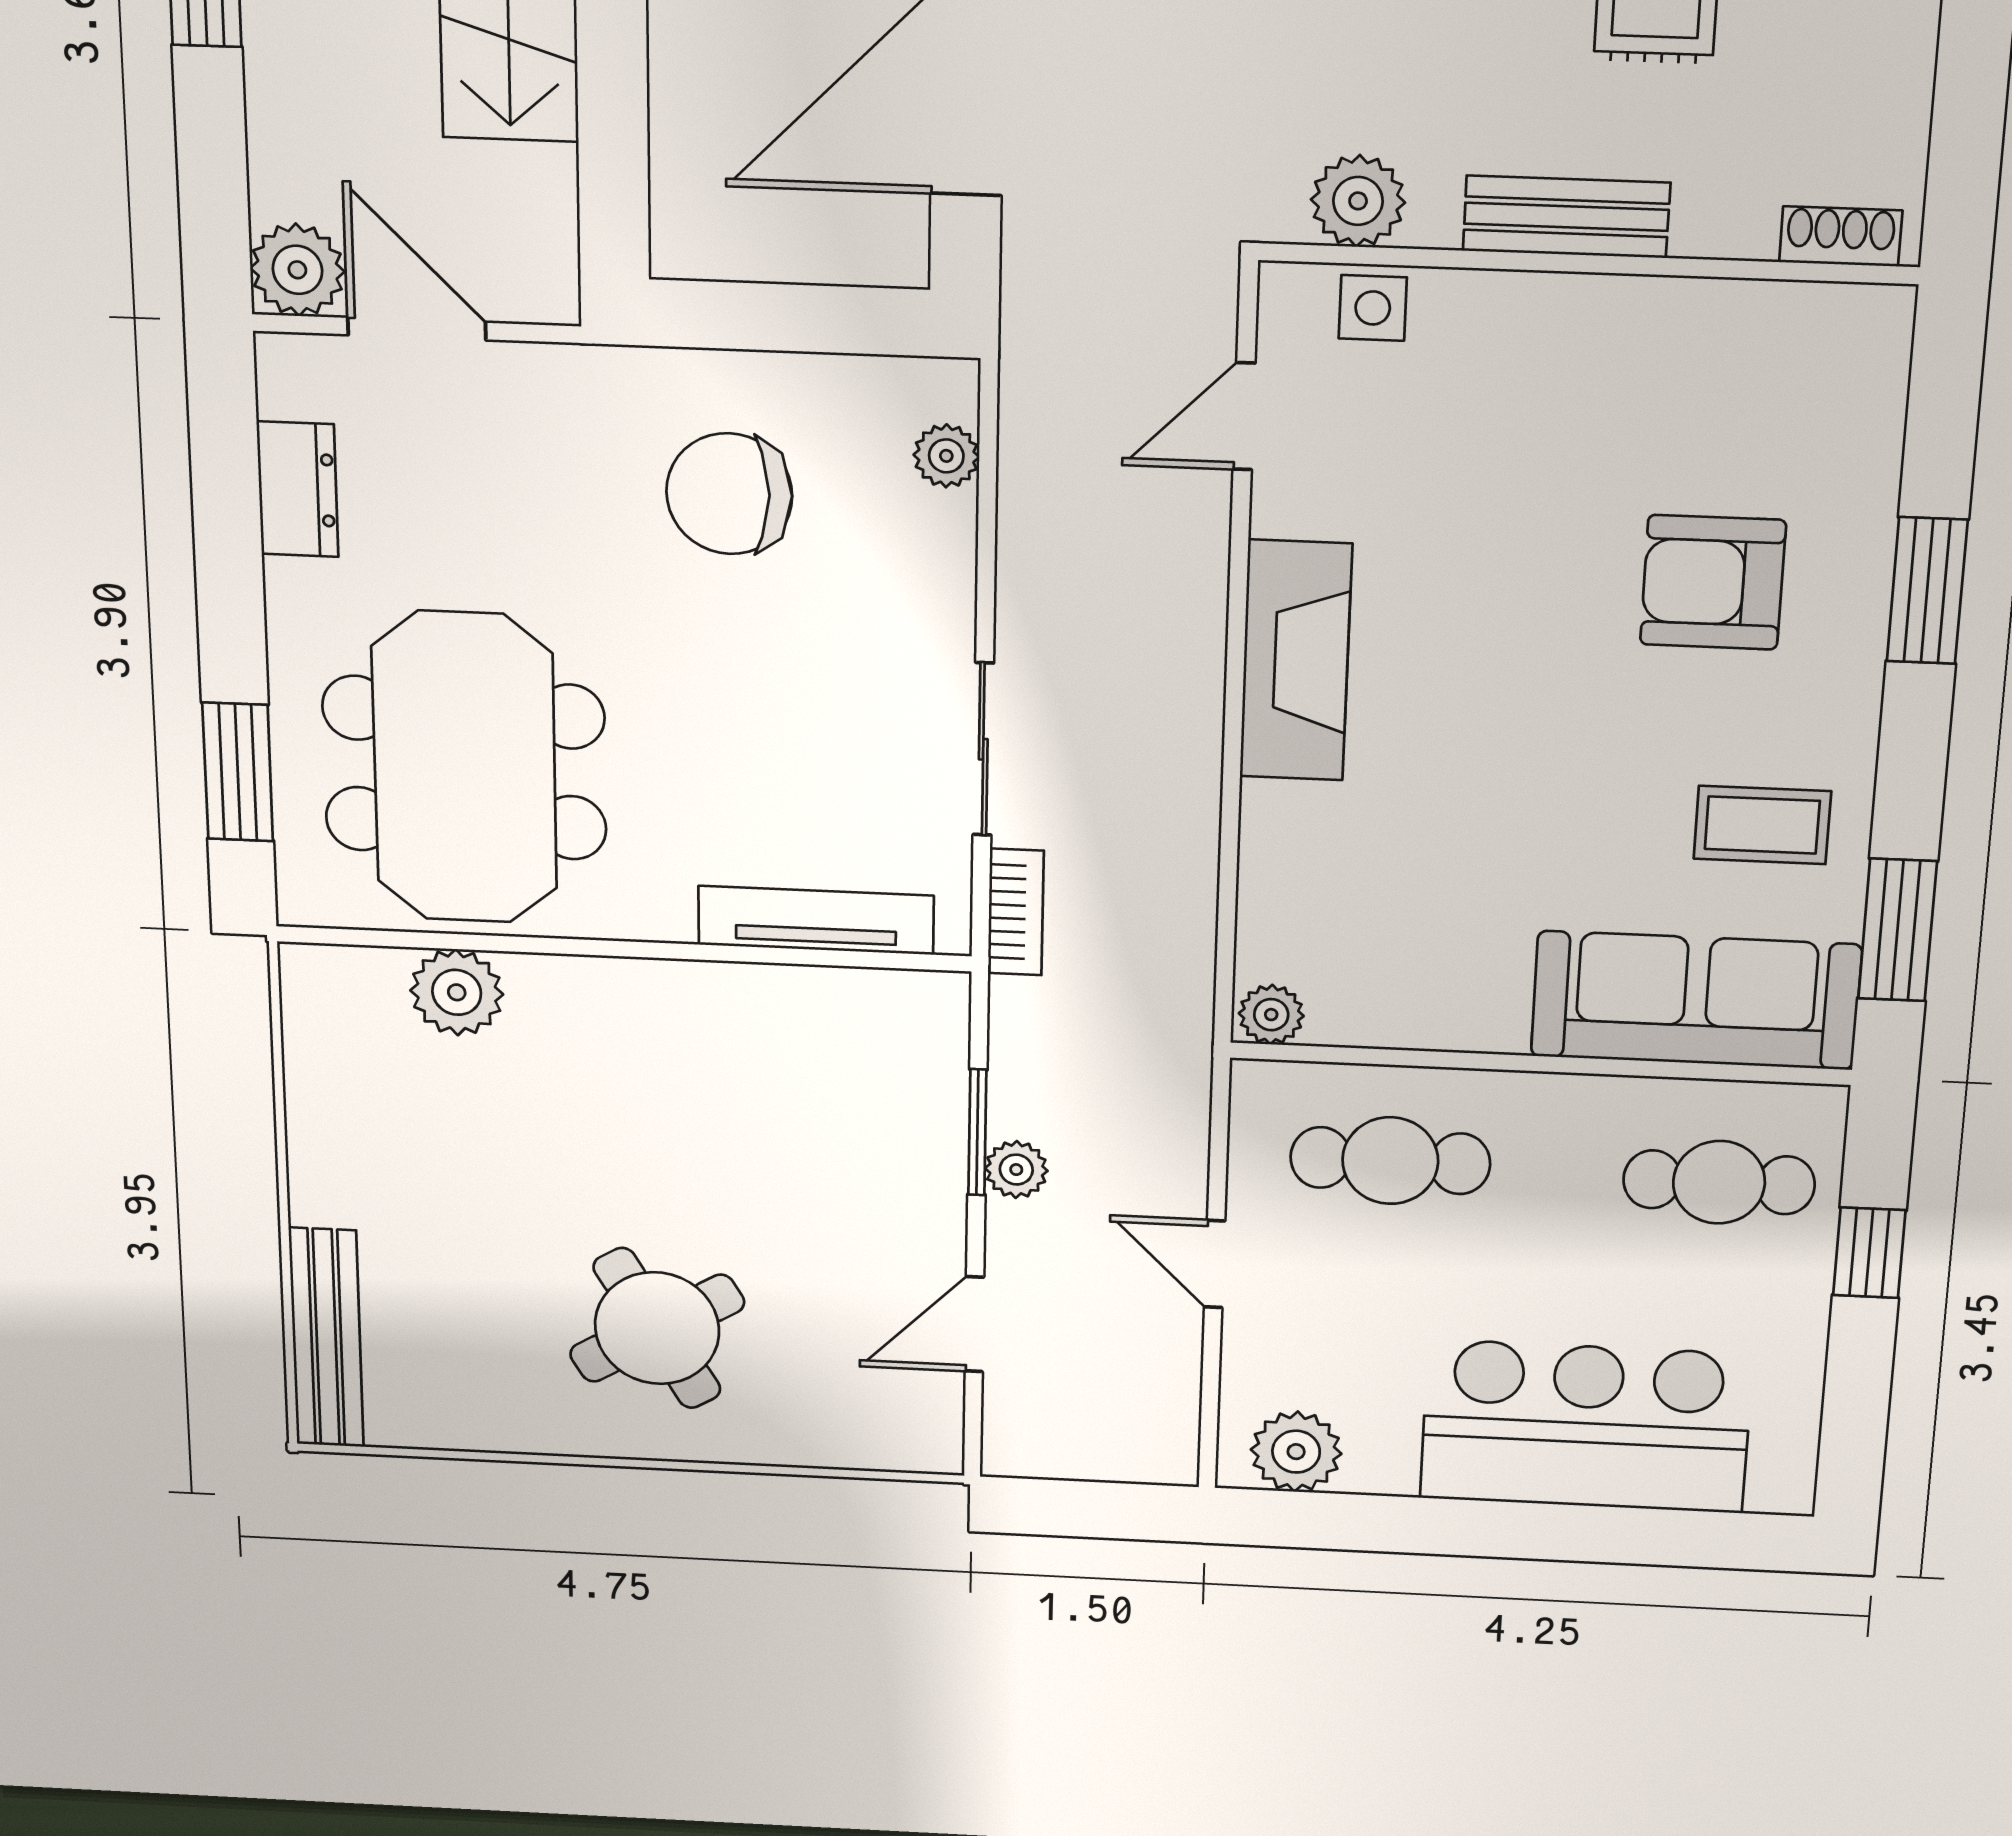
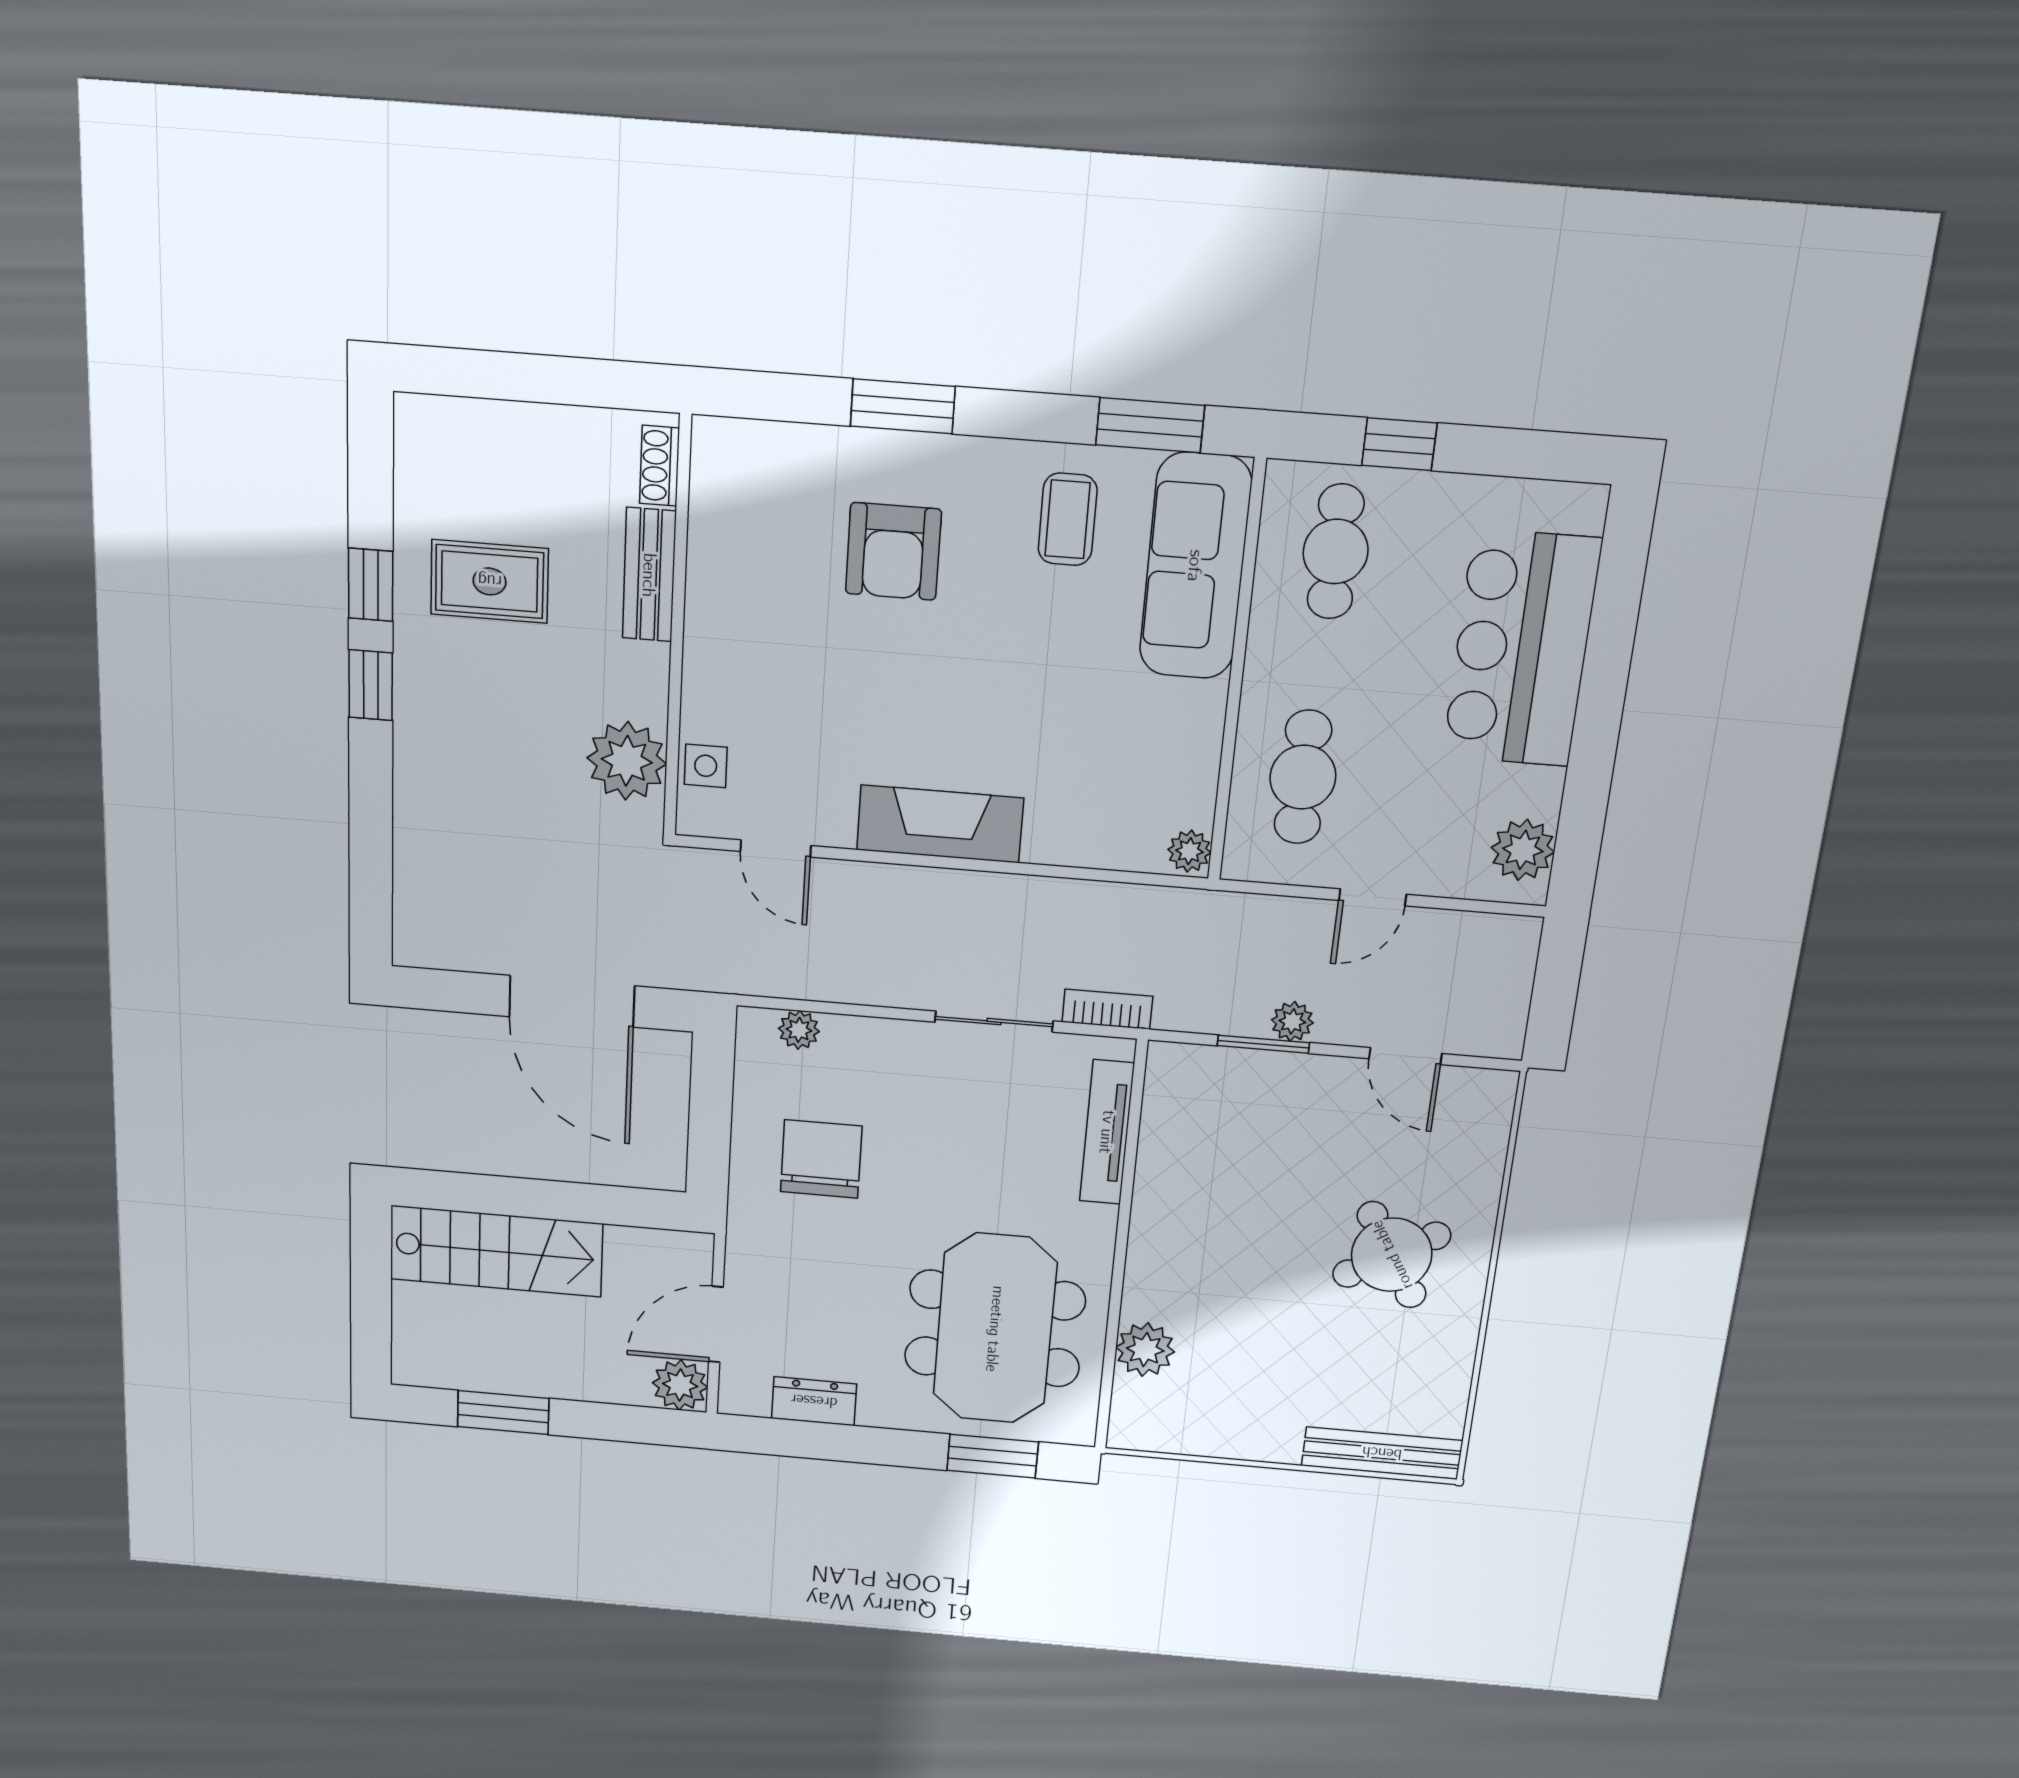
plant: (1358, 201) -> (627, 761), width x1.36, depth x1.36
bench: (1566, 217) -> (649, 575), moved
chair: (729, 494) -> (821, 1159), turned 180
meeting table: (465, 768) -> (995, 1329), turned 90

